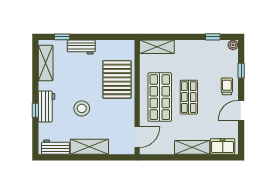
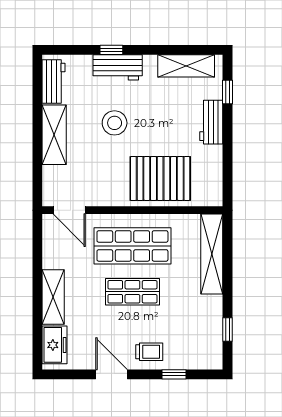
plant: (233, 45) -> (215, 361), removed
shelving: (157, 47) -> (212, 254), width x1.47

